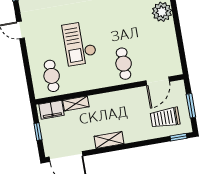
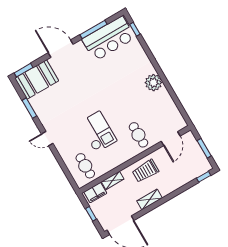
checkout: (80, 43) -> (98, 132), turned 180
trolley: (165, 118) -> (145, 171), moved

